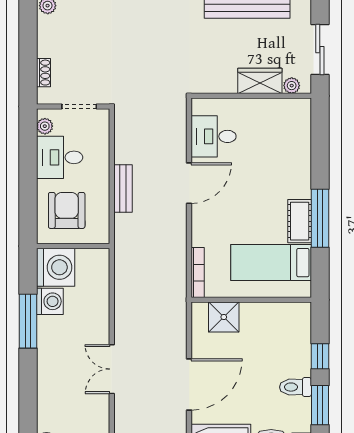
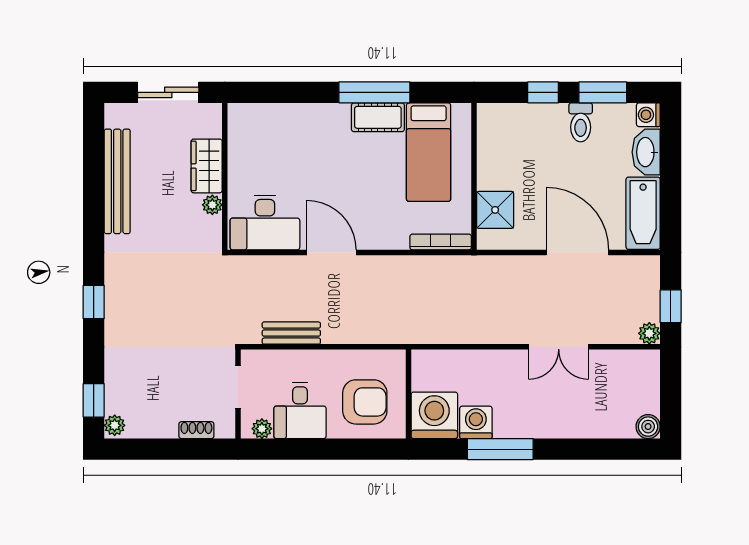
plant: (292, 86) -> (212, 205), moved
desk: (214, 136) -> (265, 222), width x1.37
bench: (123, 189) -> (291, 333), moved
armchair: (67, 210) -> (365, 402), turned 180

